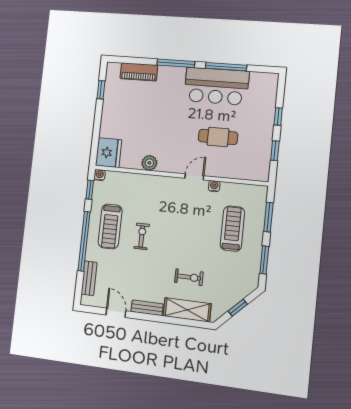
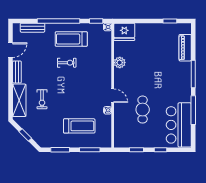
bar counter: (216, 86) -> (179, 125), moved

